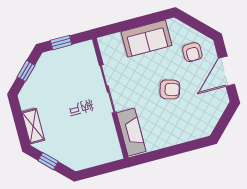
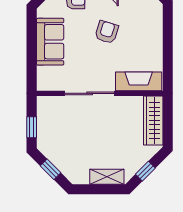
wardrobe: (98, 156) -> (153, 120), added

